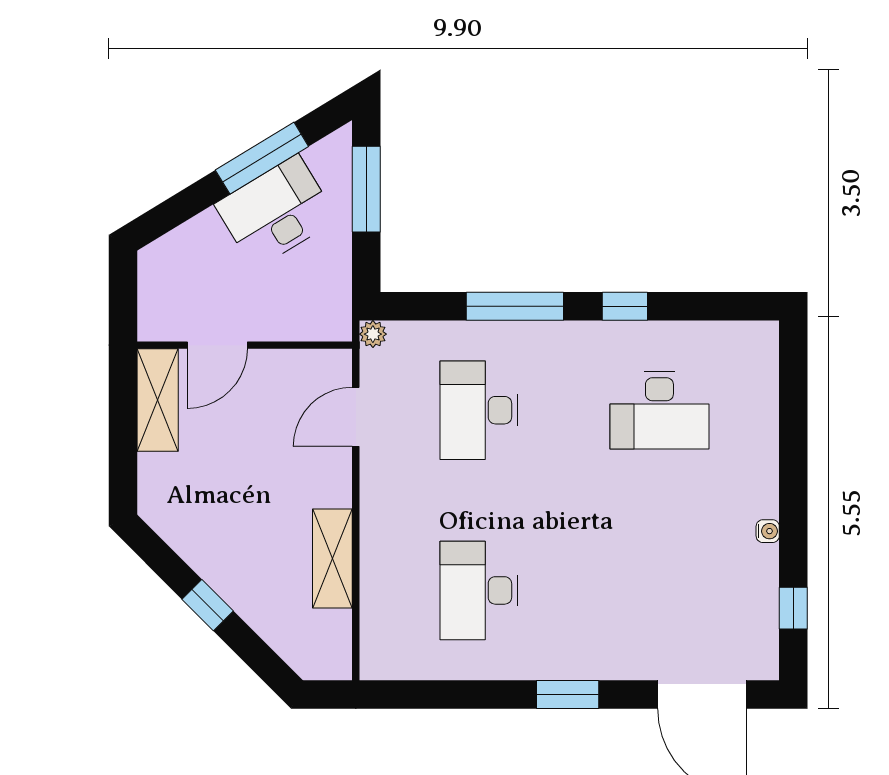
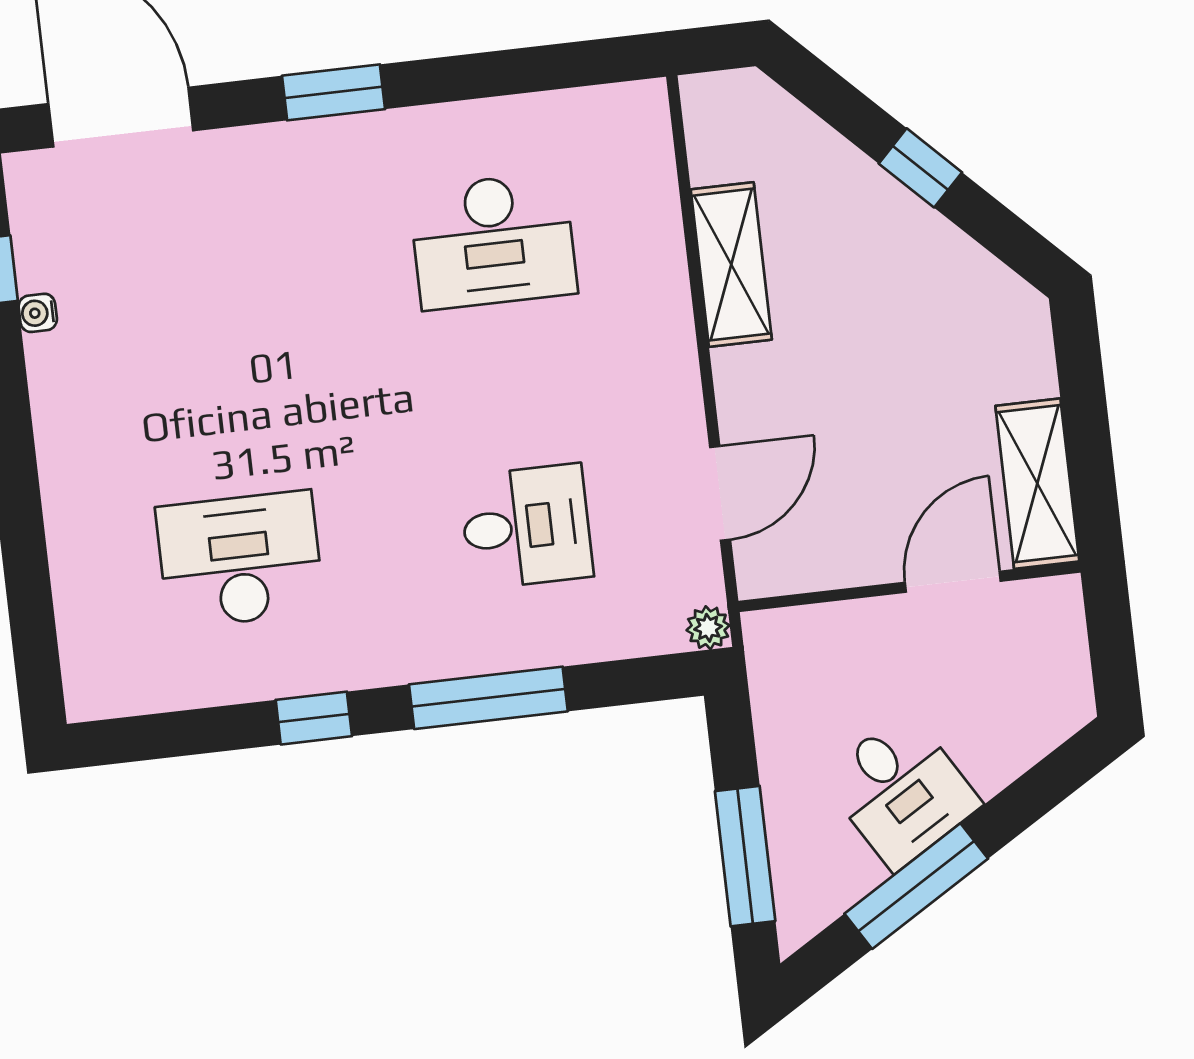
desk: (276, 212) -> (901, 791), width x0.73
desk: (479, 410) -> (526, 527), width x0.73
water cooler: (768, 531) -> (38, 313), moved
desk: (479, 590) -> (493, 241), turned 90

